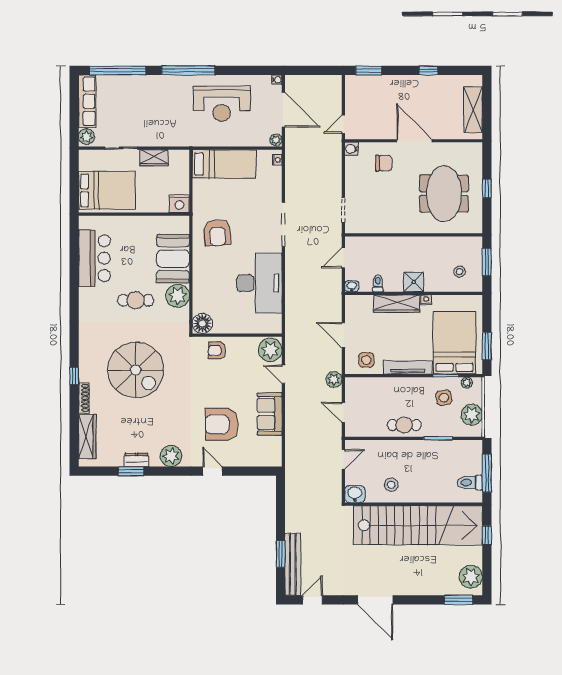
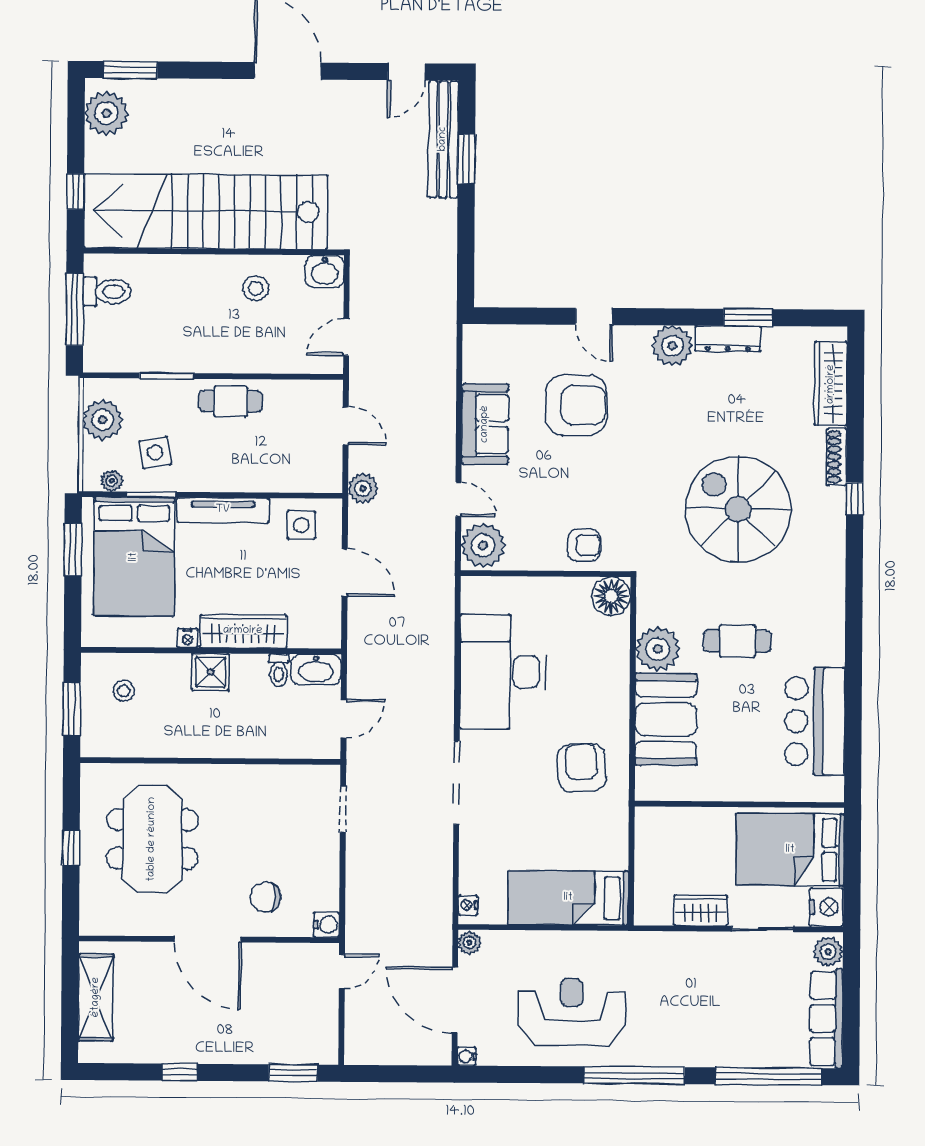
nightstand: (179, 204) -> (826, 907), moved, turned 90
washbasin: (352, 286) -> (316, 670), width x1.91, depth x1.45
dresser: (137, 460) -> (728, 339), width x1.44

